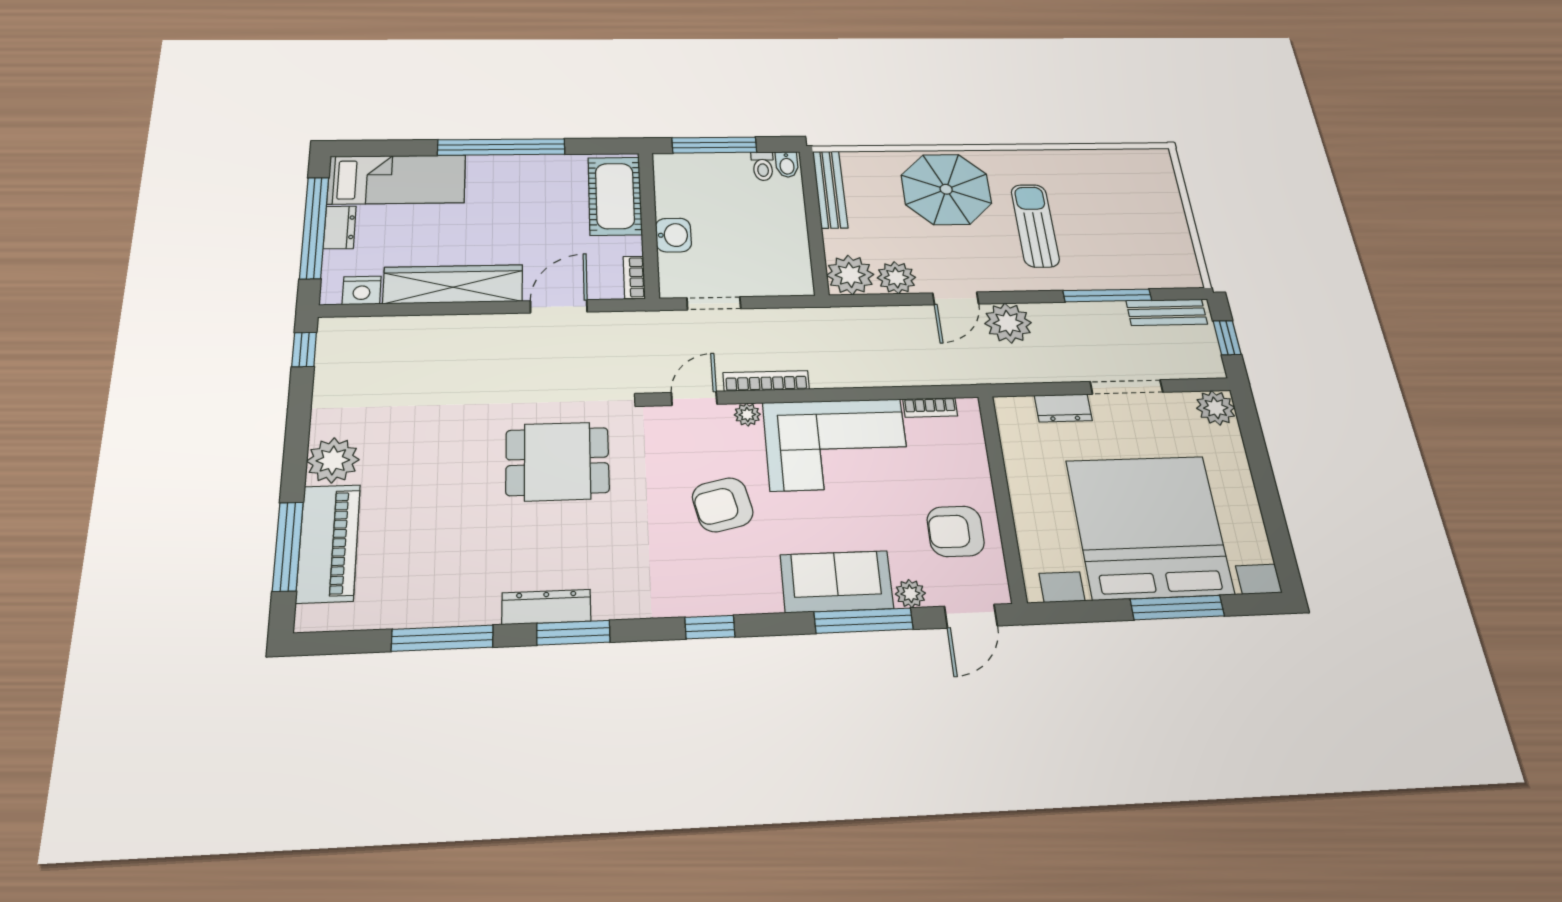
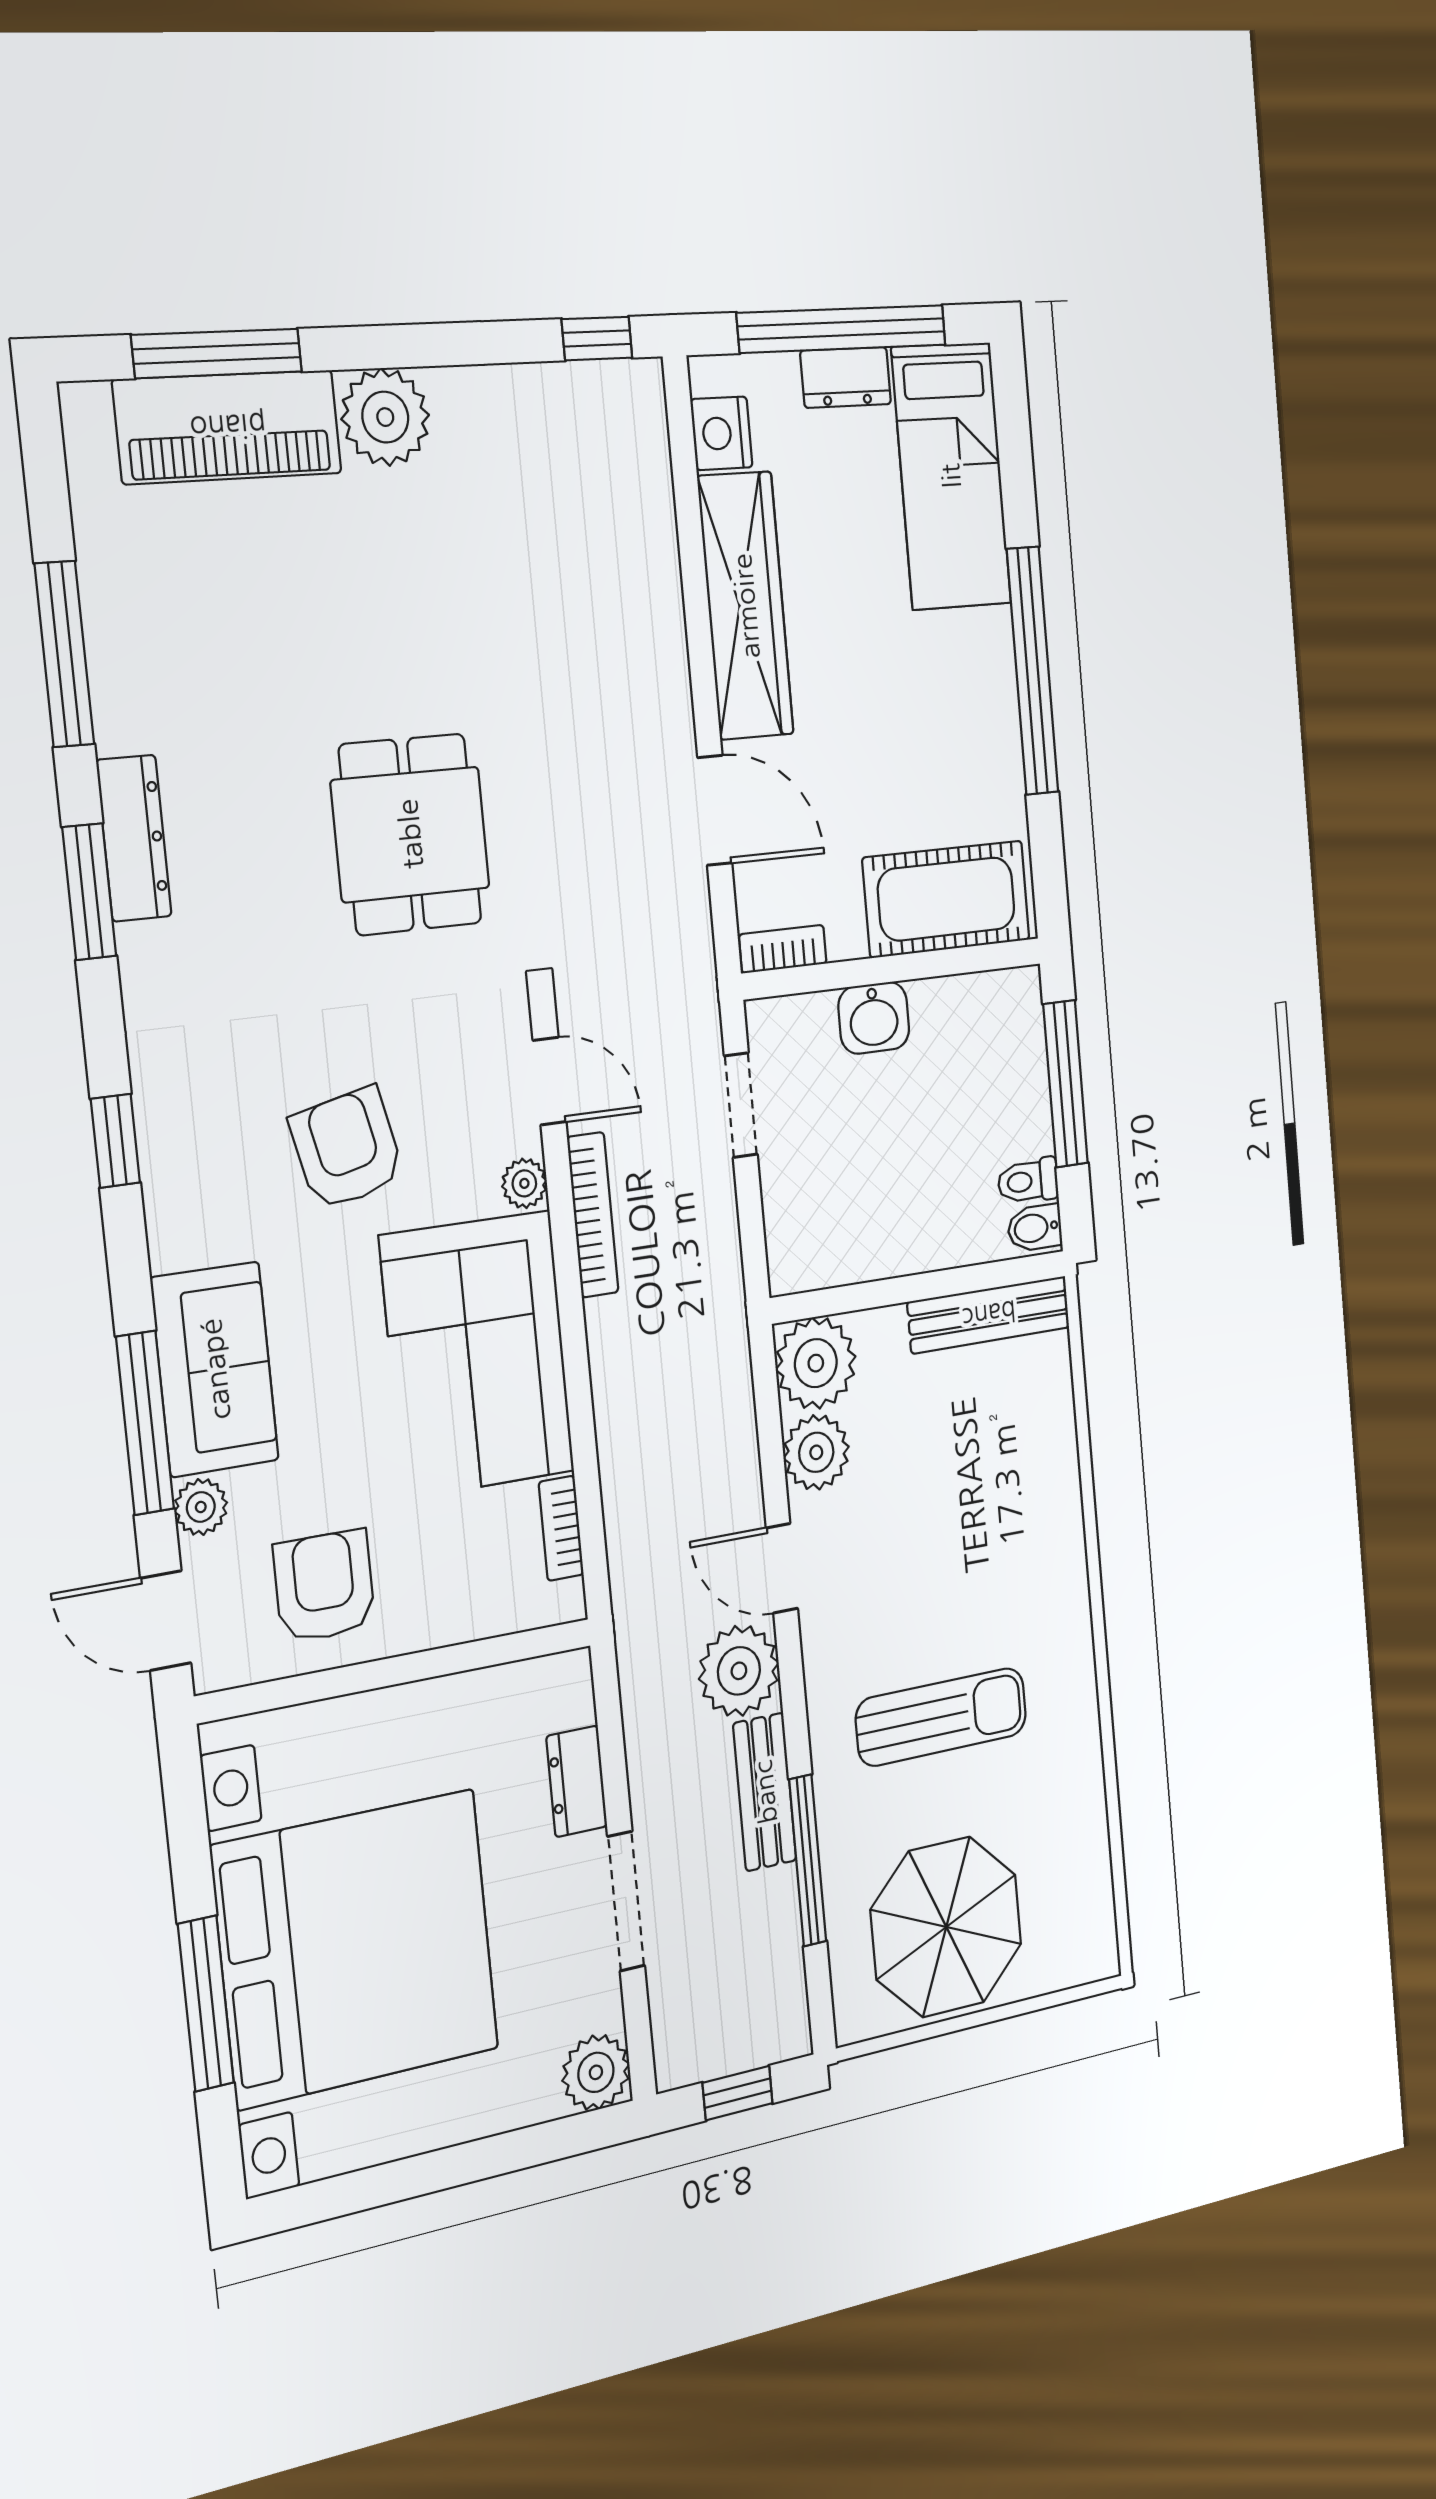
parasol: (946, 189) -> (946, 1927), moved
bench: (1167, 312) -> (765, 1792), moved

